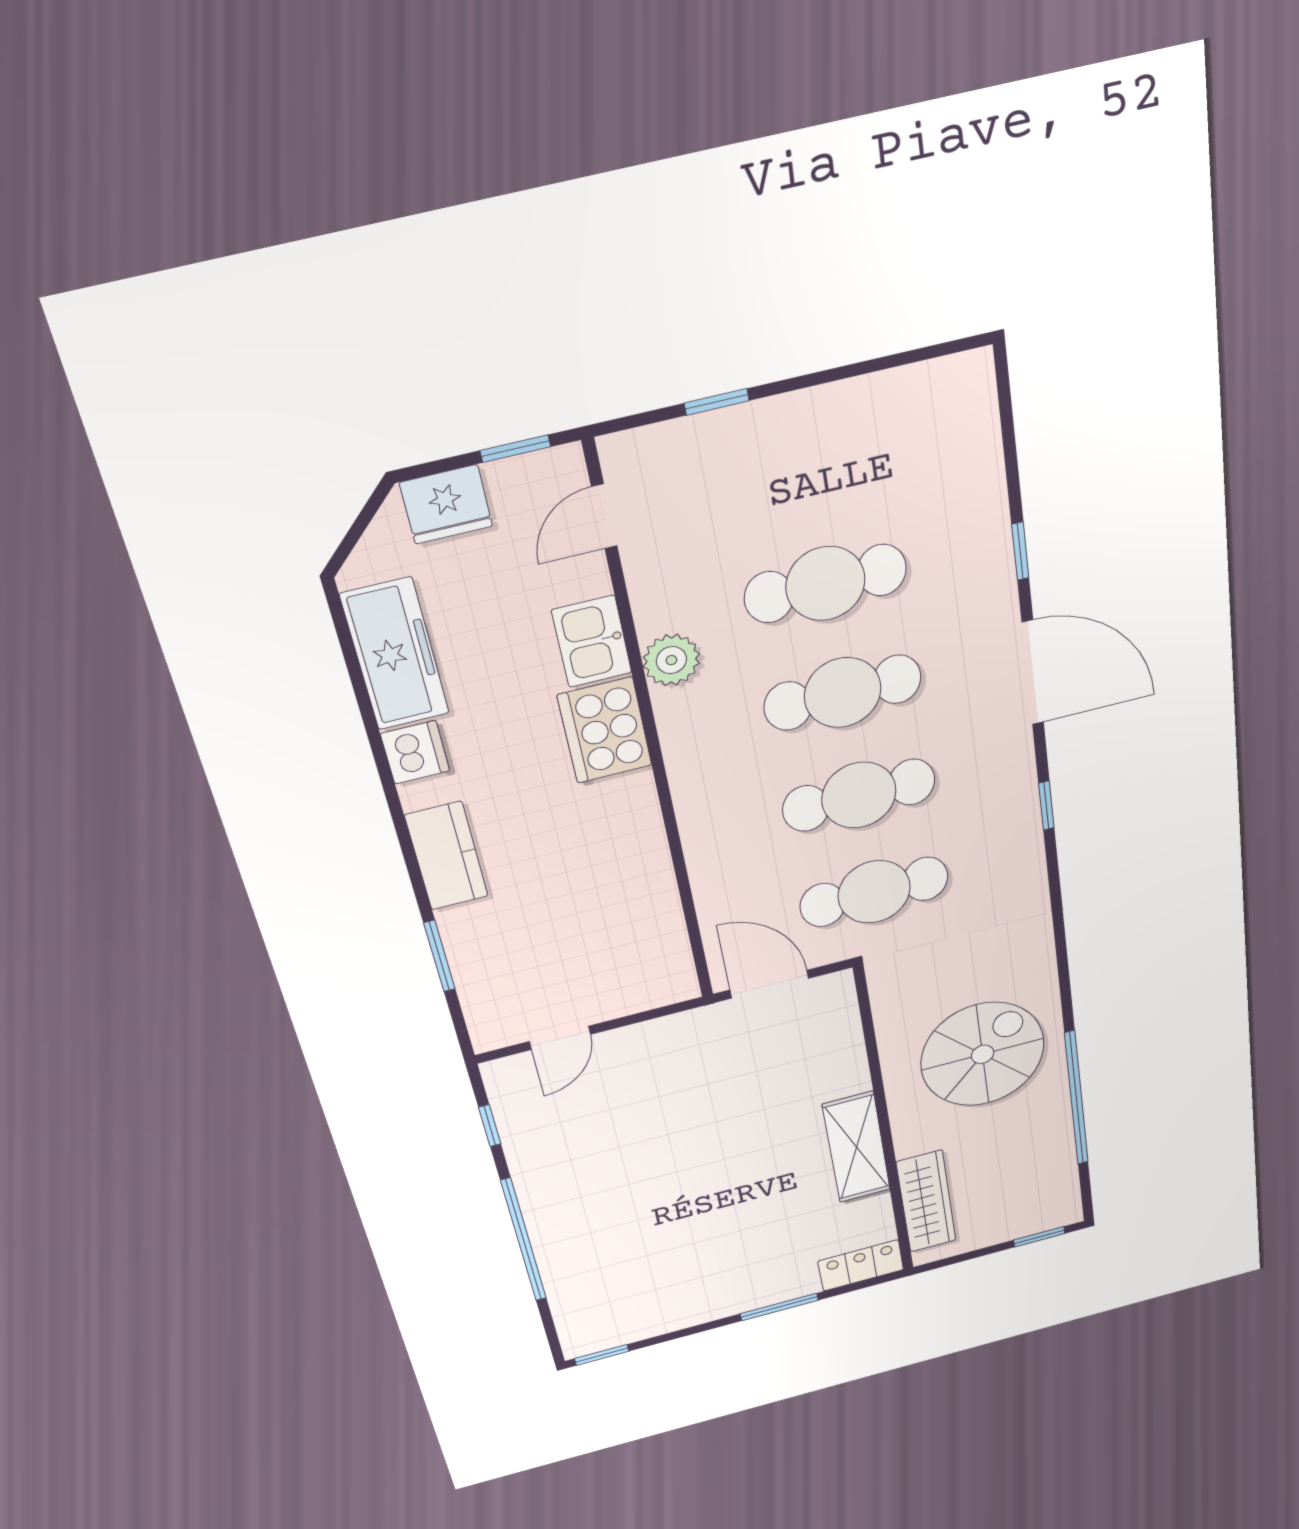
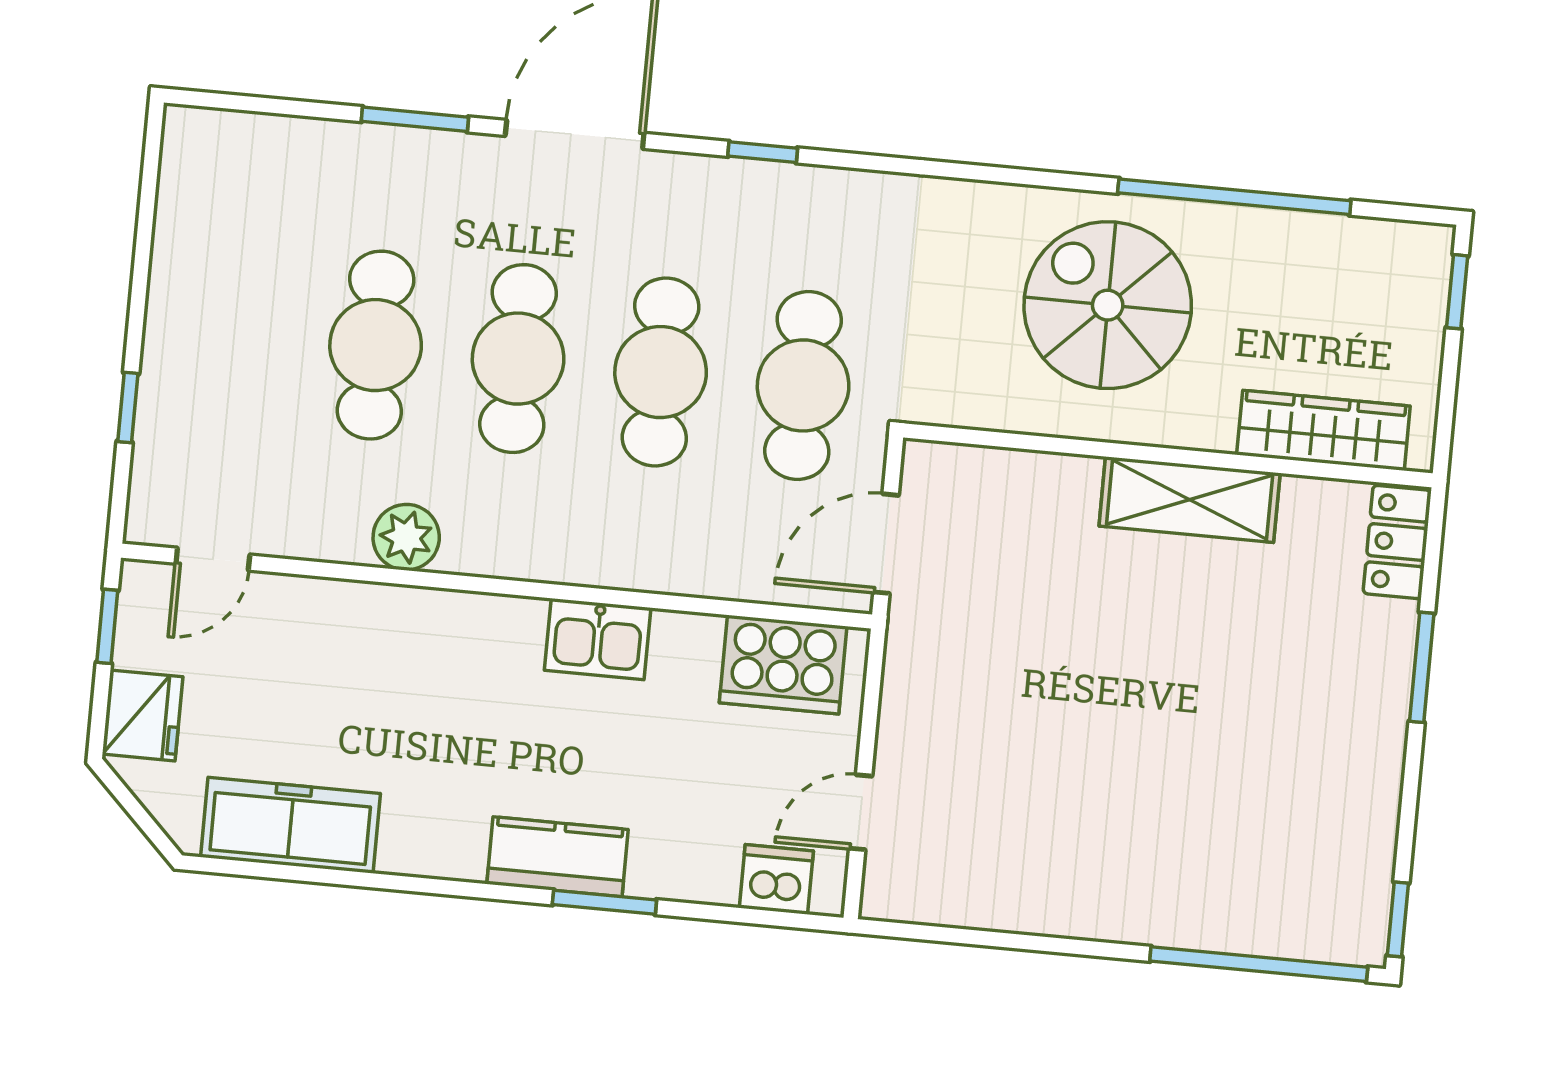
door: (604, 516) -> (213, 559), hinge flipped
window: (1020, 551) -> (415, 119), width x1.50
kitchen sink: (592, 641) -> (598, 639), moved
cooker: (605, 730) -> (783, 665), moved
dishwasher: (415, 752) -> (776, 879), moved
window: (439, 956) -> (604, 902), moved
door: (560, 1038) -> (861, 812), swing flipped
window: (490, 1126) -> (956, 936), removed
window: (524, 1240) -> (1259, 964), moved

